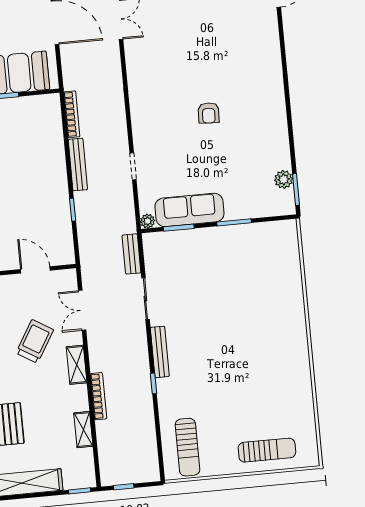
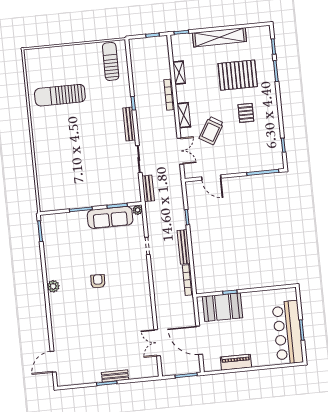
plant: (284, 179) -> (53, 286), moved
sun lounger: (267, 450) -> (60, 95), moved, width x1.36, depth x1.34

